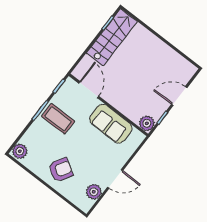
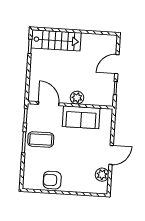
stairs: (112, 37) -> (56, 40), moved, turned 90
plant: (147, 123) -> (77, 98), moved
plant: (20, 151) -> (29, 181), removed
armchair: (61, 170) -> (52, 180), moved, turned -121

